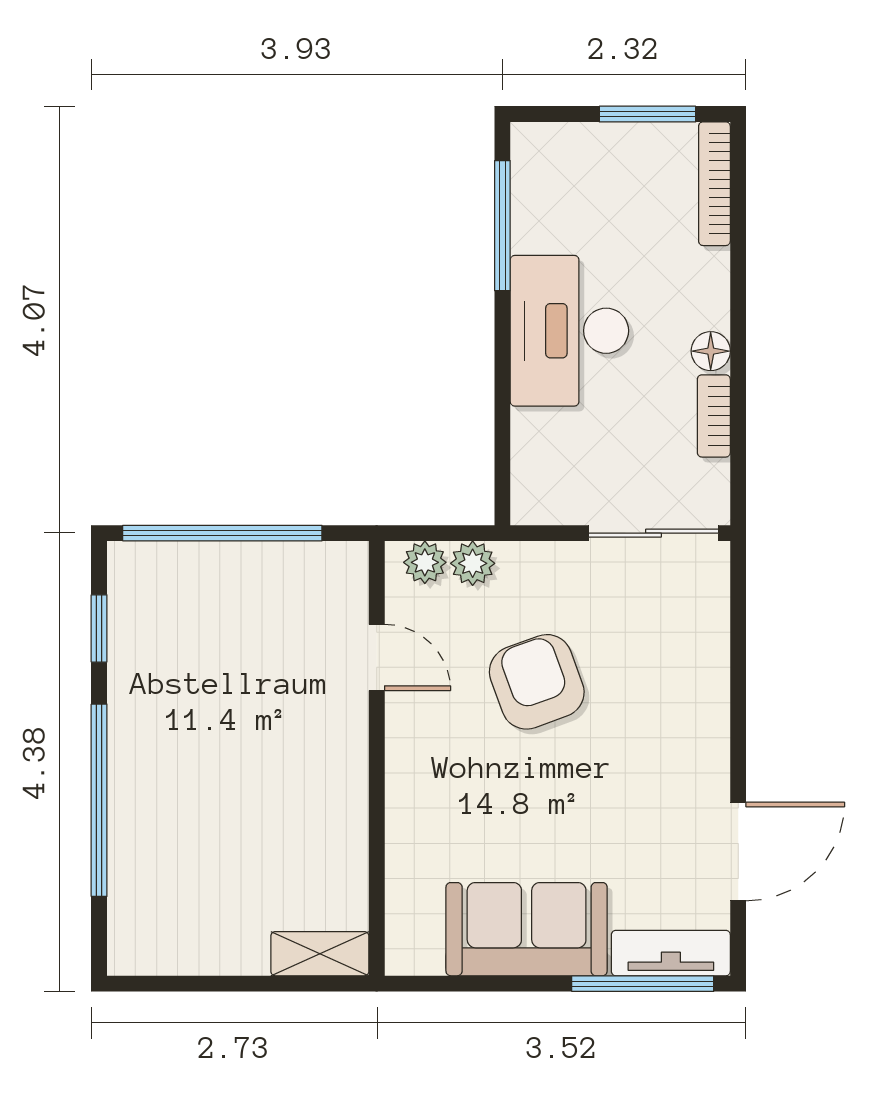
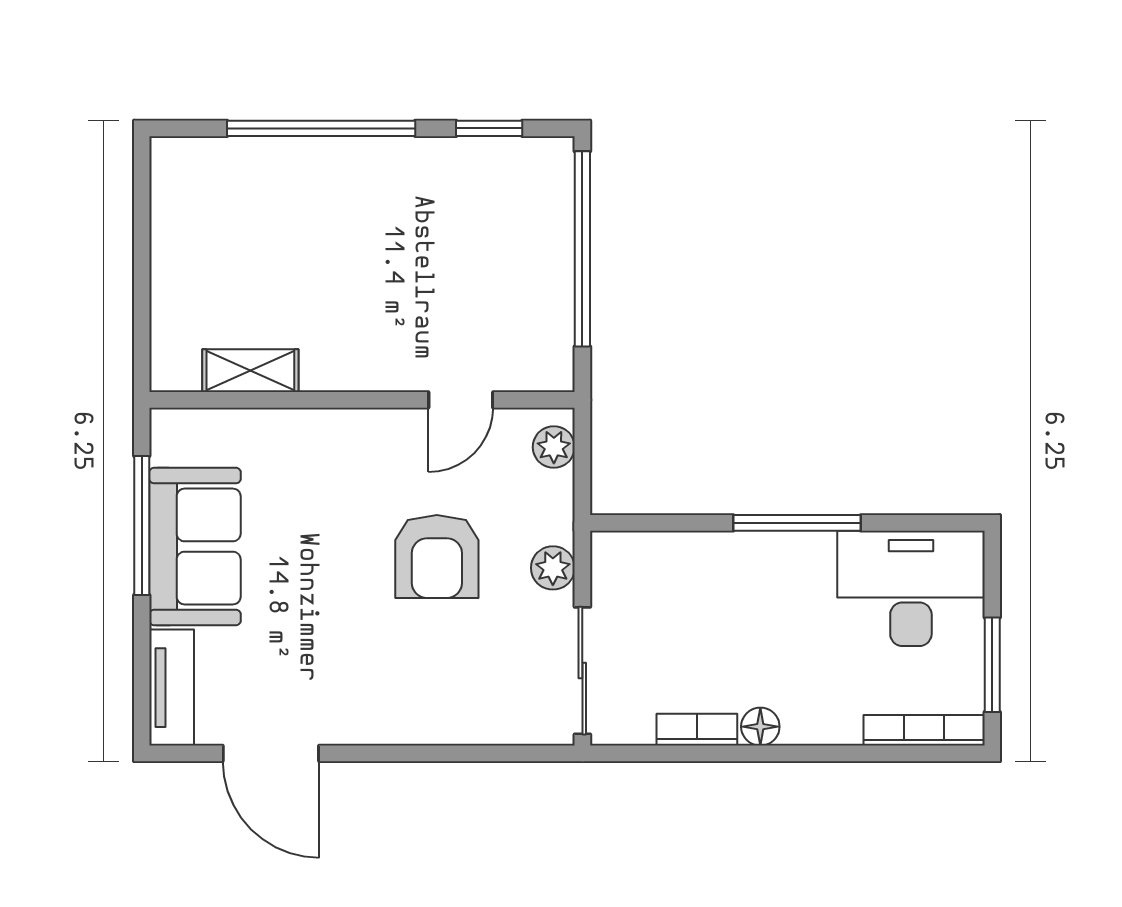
window: (502, 226) -> (797, 523), moved
desk: (569, 331) -> (911, 588), moved
plant: (473, 563) -> (553, 568), moved
armchair: (537, 682) -> (437, 556), turned 110
shelving: (320, 954) -> (250, 371), moved, turned 90
window: (643, 984) -> (142, 526), moved

